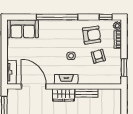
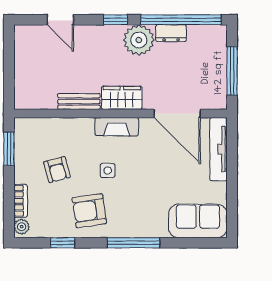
window: (57, 17) -> (133, 243), width x0.68
window: (106, 17) -> (63, 243), moved
armchair: (92, 35) -> (89, 211), moved
tv unit: (12, 72) -> (218, 149), width x1.41

